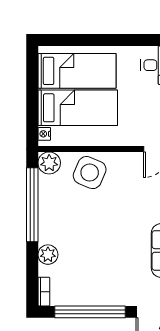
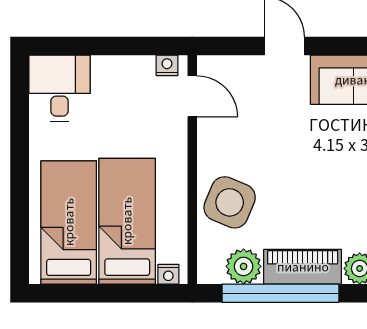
plant: (49, 163) -> (244, 266), moved
piano: (49, 219) -> (303, 267), added

